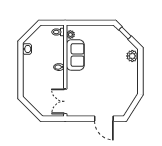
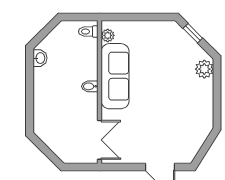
sofa: (75, 55) -> (115, 76), width x1.36
double door: (65, 101) -> (99, 140), swing flipped

